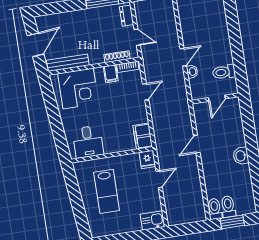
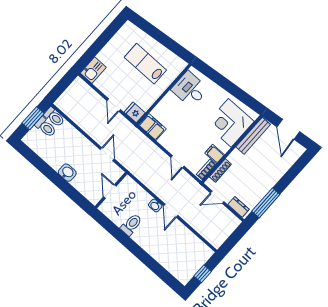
door: (217, 98) -> (110, 191), moved
wall: (215, 99) -> (111, 190), moved

